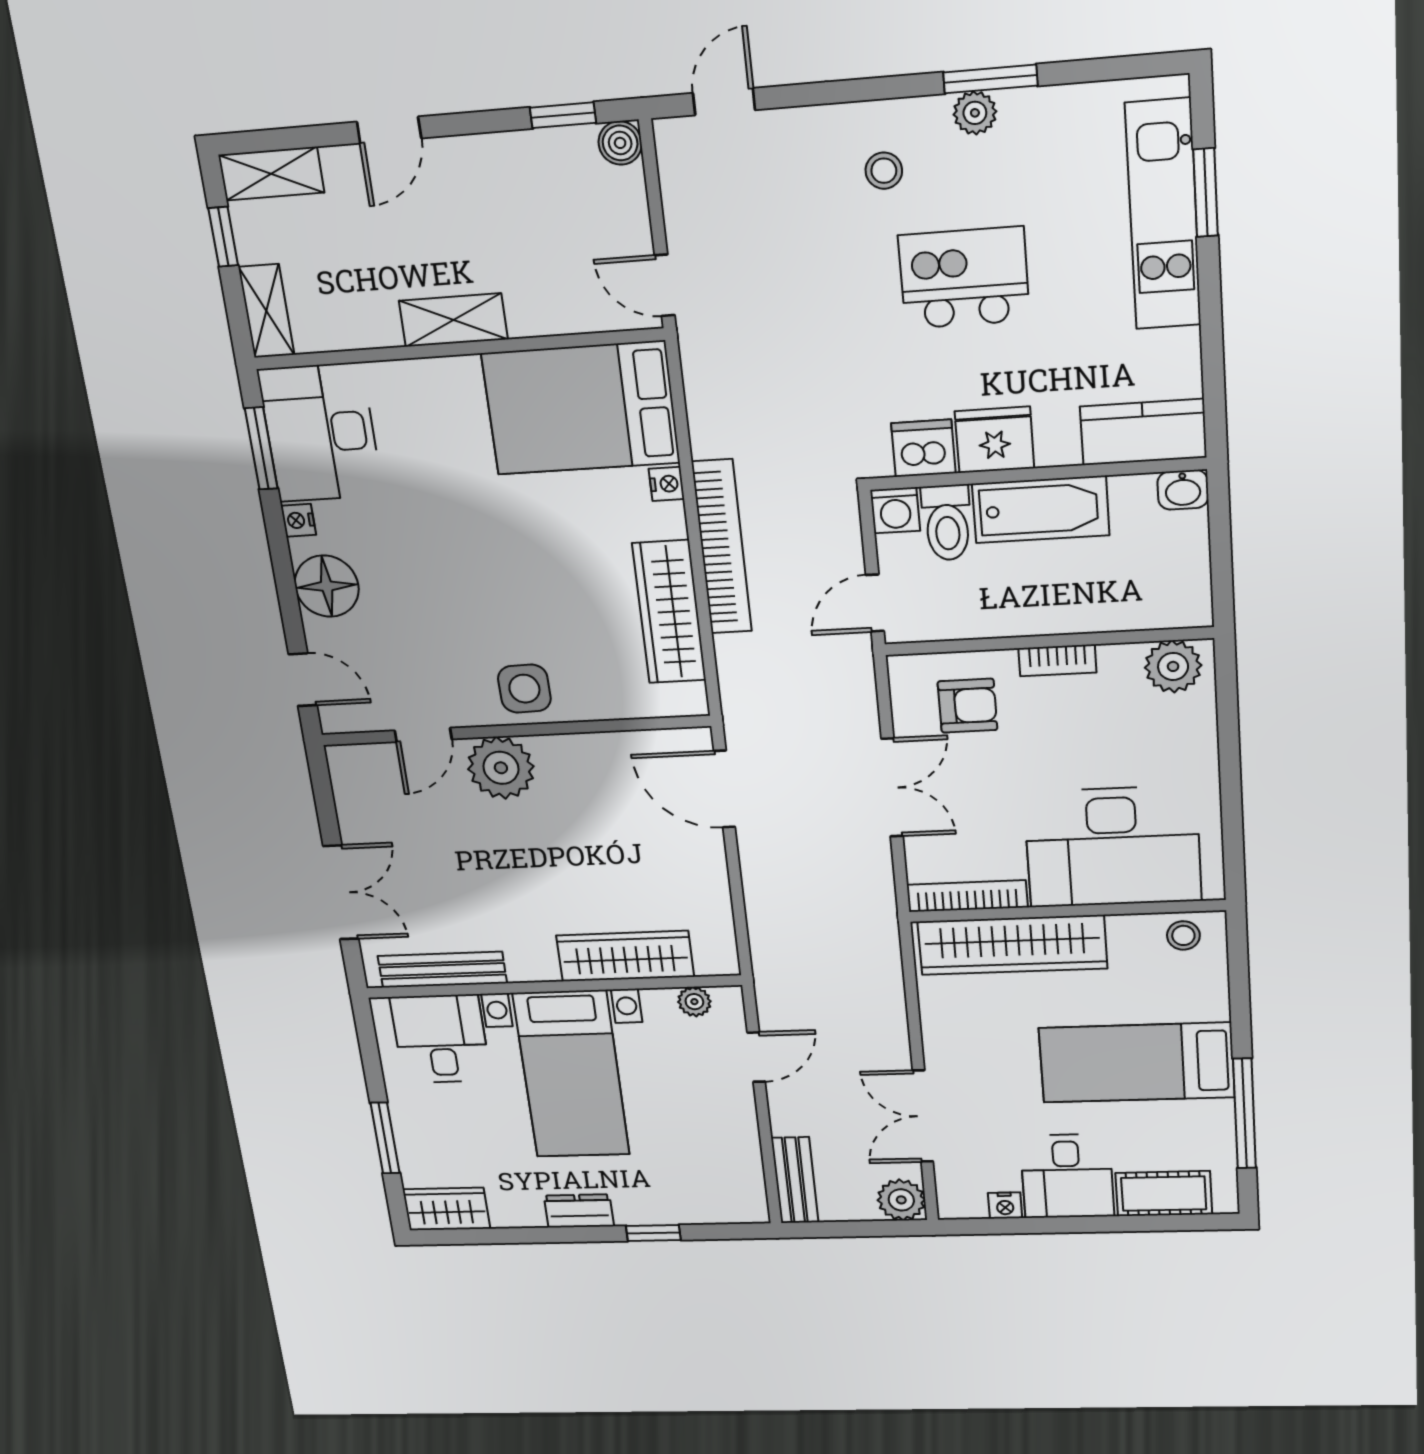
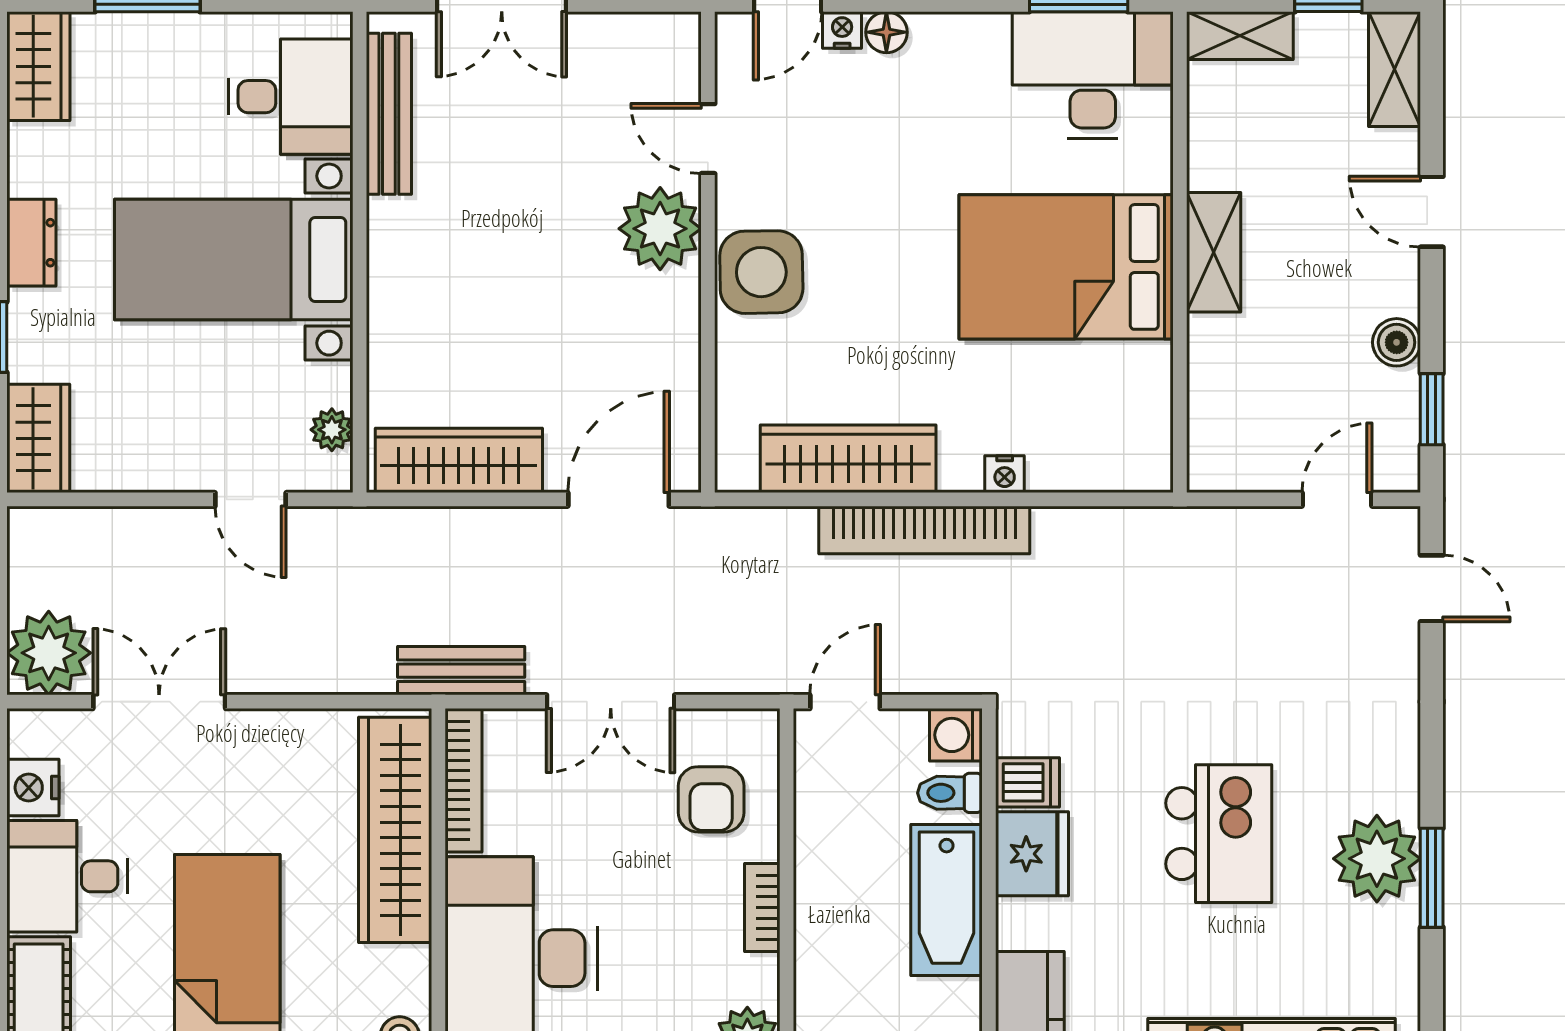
plant: (975, 113) -> (1377, 859), width x1.88, depth x1.88
boiler: (620, 143) -> (1397, 342), moved
stool: (884, 171) -> (1343, 755), removed
door: (665, 285) -> (1337, 499), moved
bed: (581, 408) -> (1066, 267), moved, turned -90
dishwasher: (923, 448) -> (1027, 782), width x0.73
nightstand: (298, 520) -> (842, 30), moved
toilet: (947, 523) -> (950, 793), width x0.73, depth x0.72
floor lamp: (327, 586) -> (886, 32), width x0.53, depth x0.53
door: (875, 603) -> (845, 702), hinge flipped
side table: (524, 689) -> (761, 272), width x1.37, depth x1.37
wardrobe: (625, 956) -> (459, 460), moved, turned -90
bench: (795, 1180) -> (461, 671), moved
plant: (901, 1200) -> (49, 653), width x1.36, depth x1.36
wardrobe: (727, 1203) -> (38, 438), added
nightstand: (1005, 1206) -> (33, 788), width x1.39, depth x1.35

